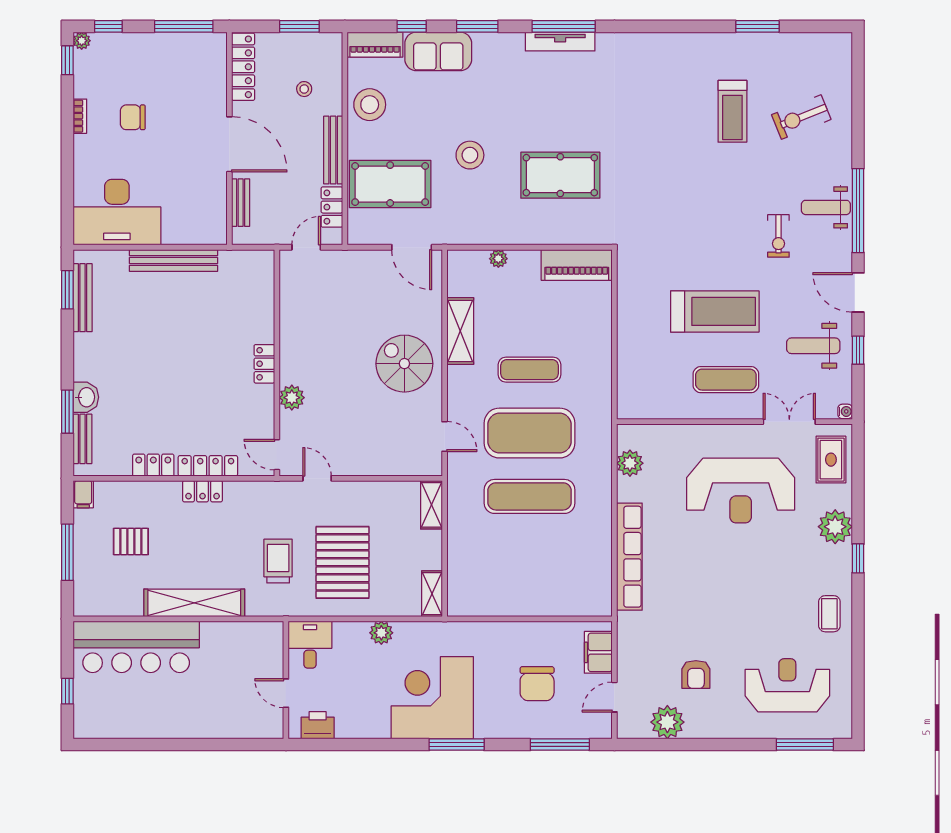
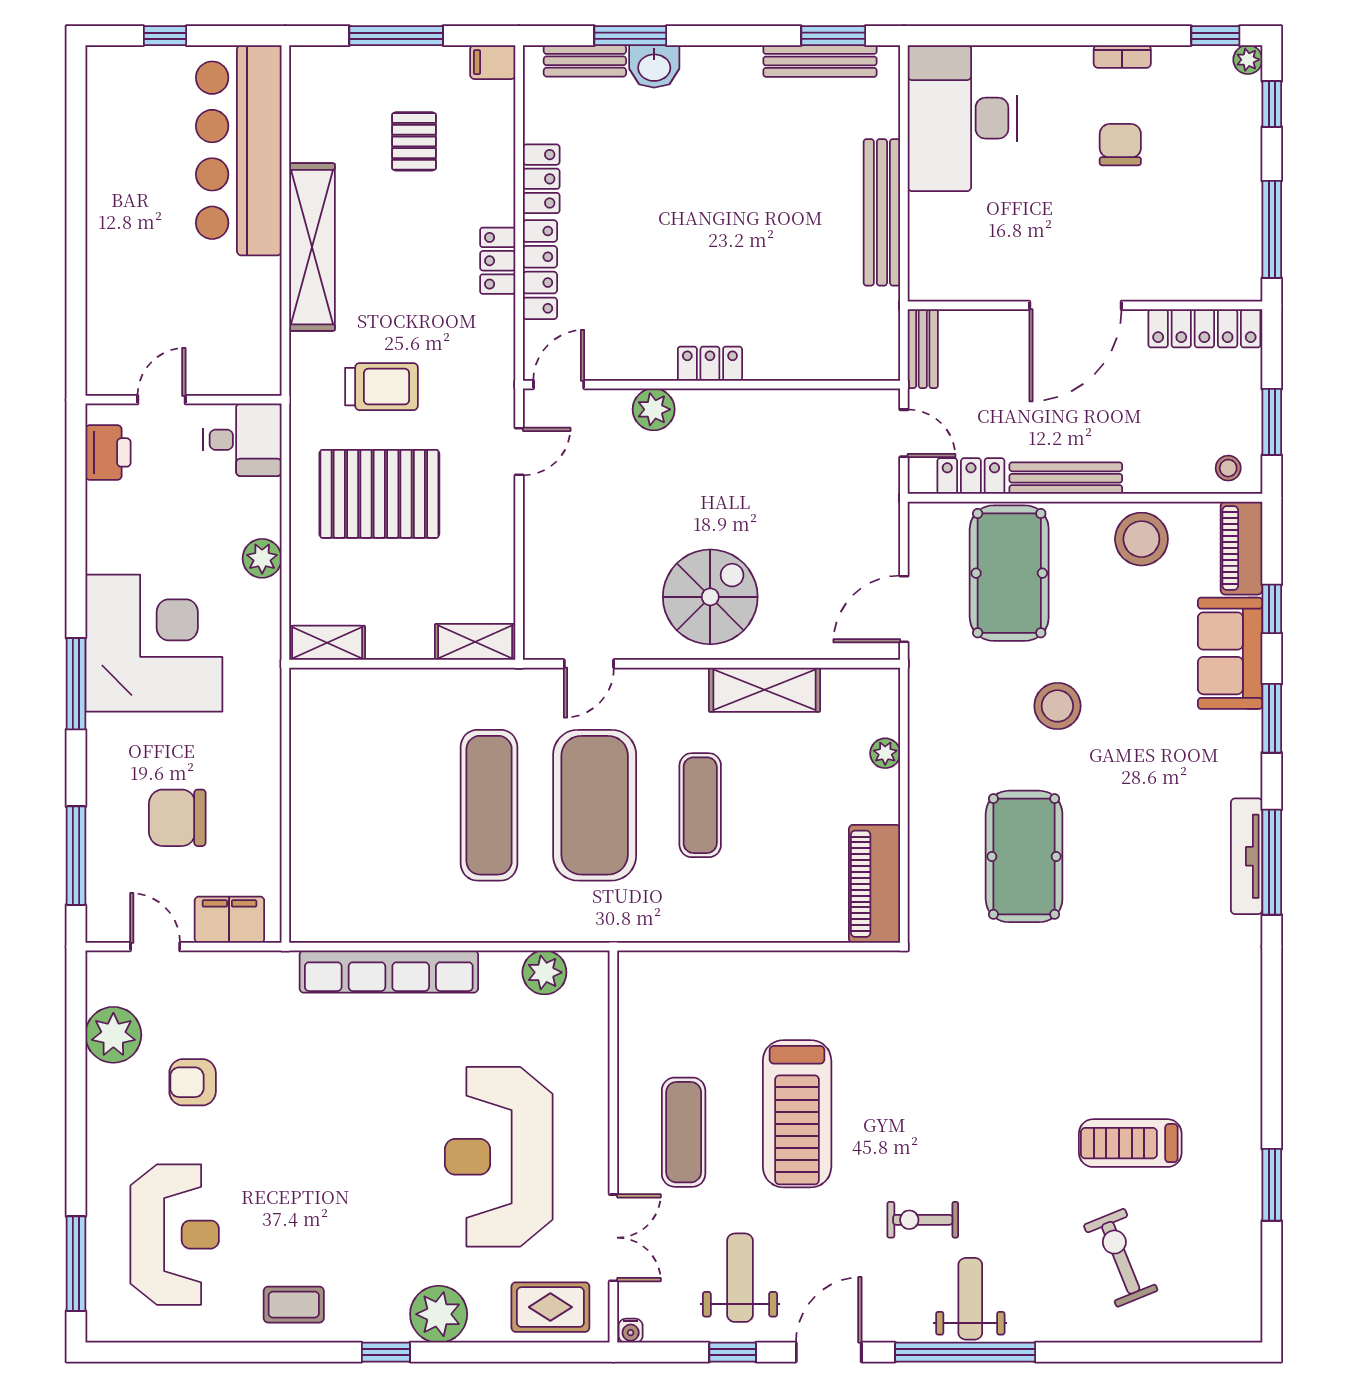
stool: (304, 89) -> (1228, 468), moved
bench: (241, 203) -> (923, 349), moved, turned 90

